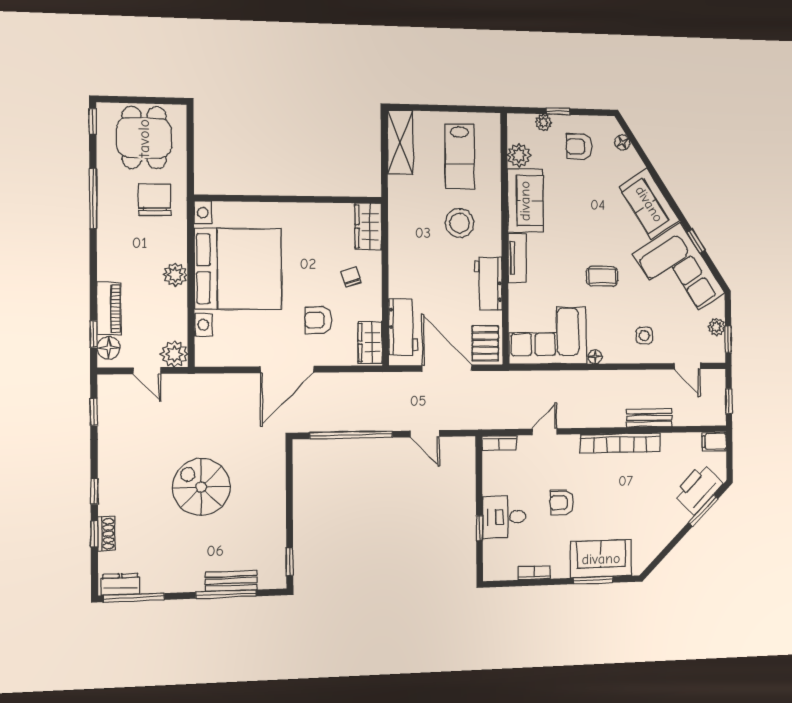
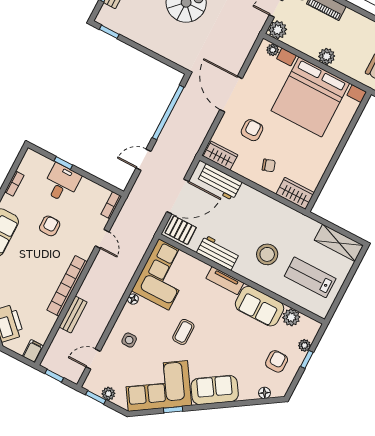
plant: (203, 347) -> (273, 50), added

